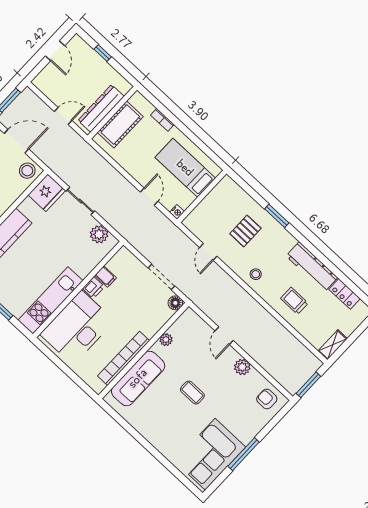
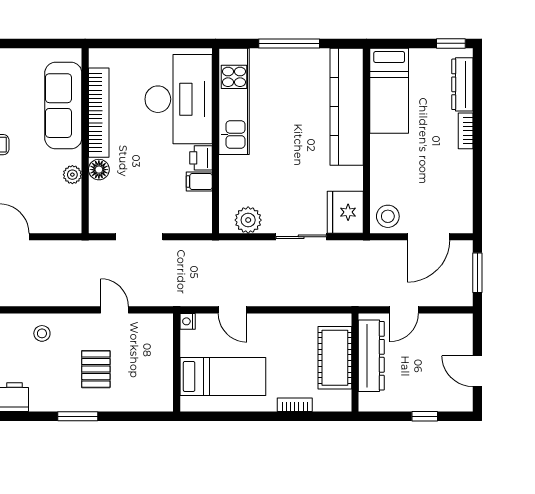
floor lamp: (175, 303) -> (99, 170), moved

